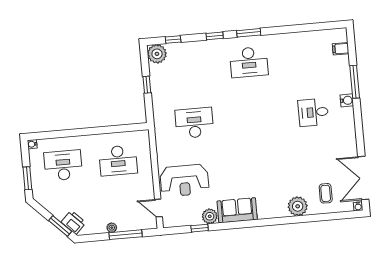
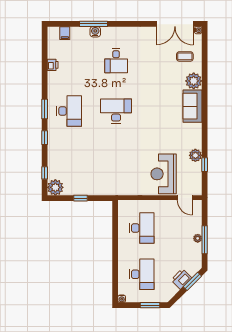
printer: (302, 38) -> (53, 65), added
water cooler: (347, 100) -> (95, 32), moved
desk: (194, 123) -> (116, 111), moved, turned 90
desk: (63, 165) -> (142, 274), turned 180
reception desk: (184, 180) -> (164, 174), turned 180
door: (159, 208) -> (185, 198), hinge flipped
sofa: (237, 210) -> (192, 106), moved
printer: (73, 222) -> (181, 279), moved
window: (126, 235) -> (205, 240), moved

